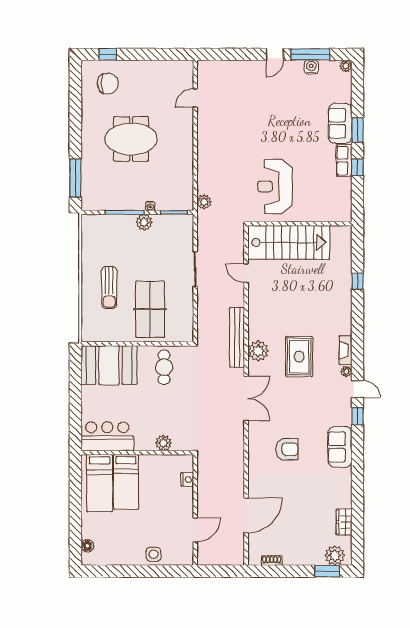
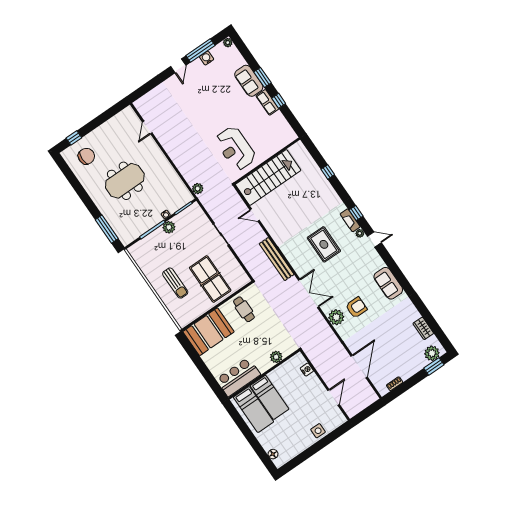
plant: (258, 351) -> (336, 317), moved
window: (357, 416) -> (356, 213), moved

